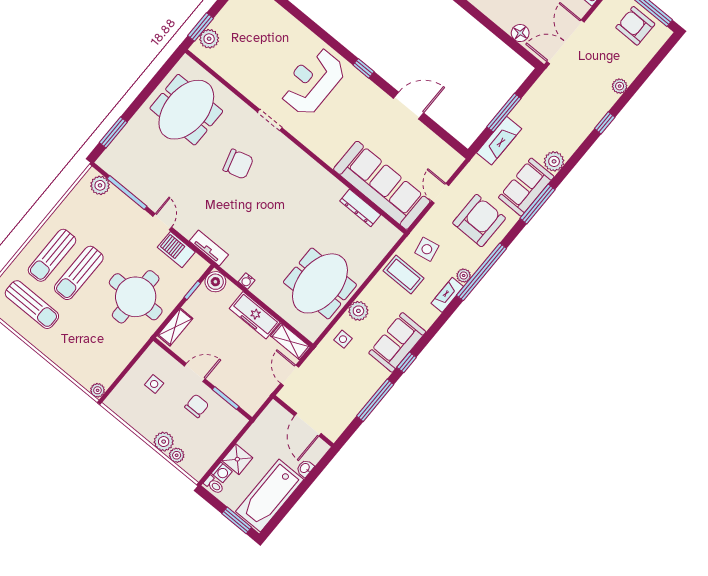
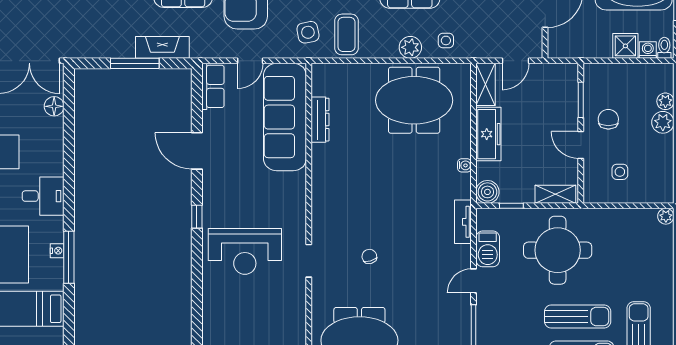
row of seats: (444, 153) -> (213, 86), added
chair: (238, 164) -> (369, 256), width x0.54, depth x0.54
chair: (197, 406) -> (608, 119), turned 90

